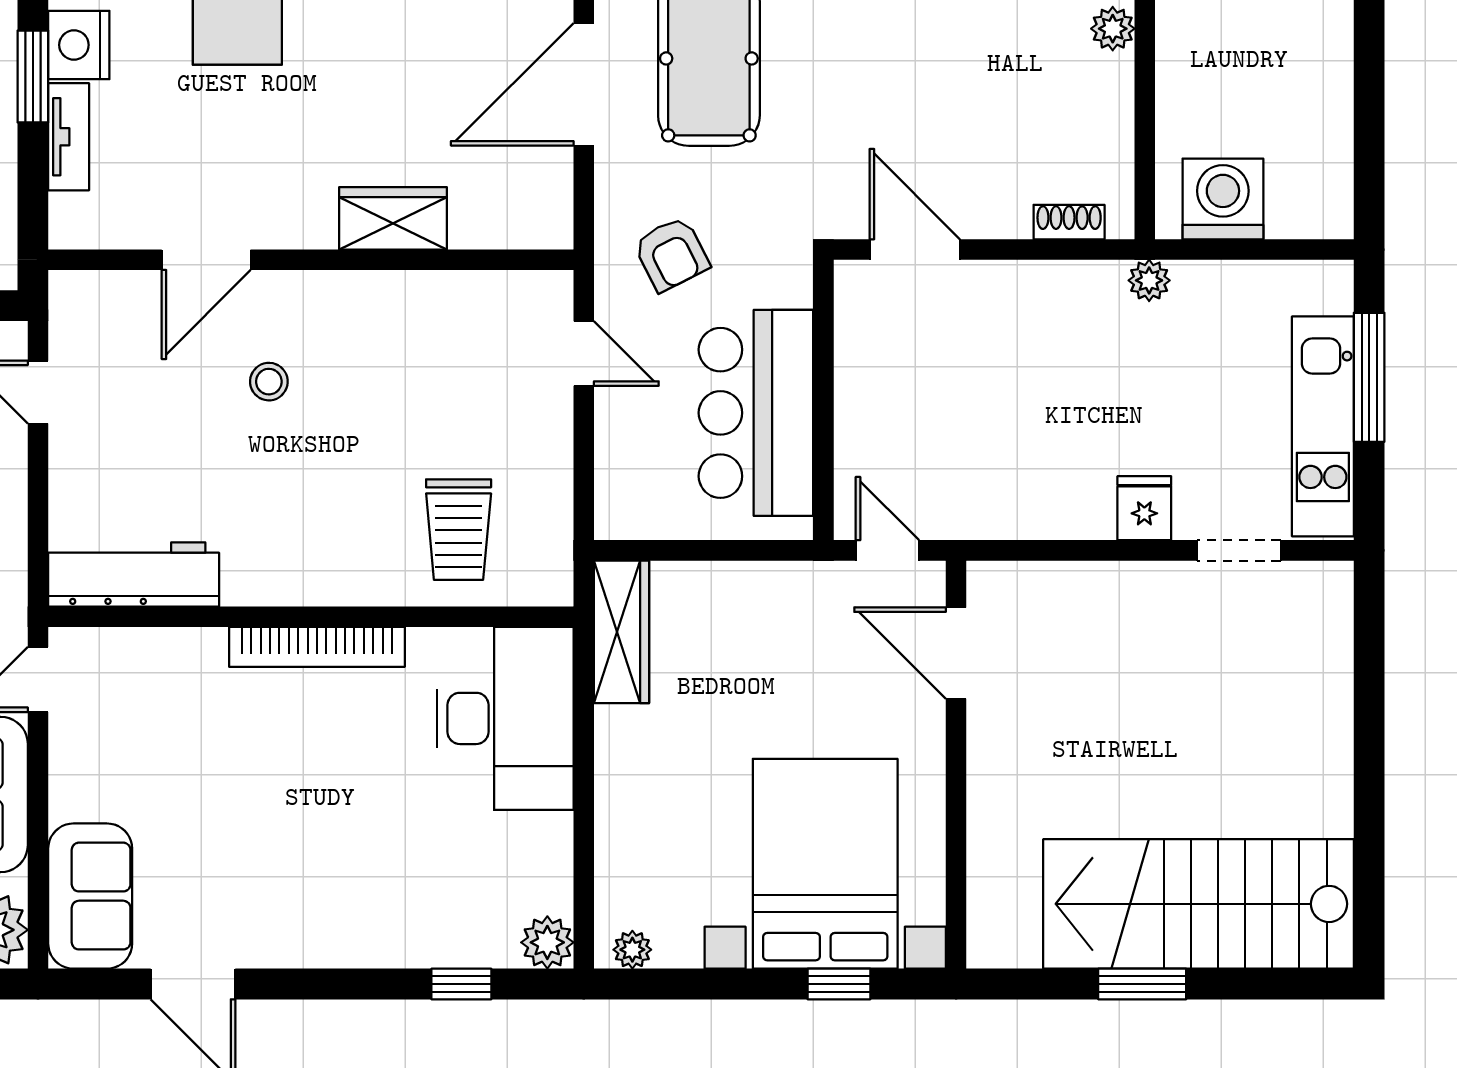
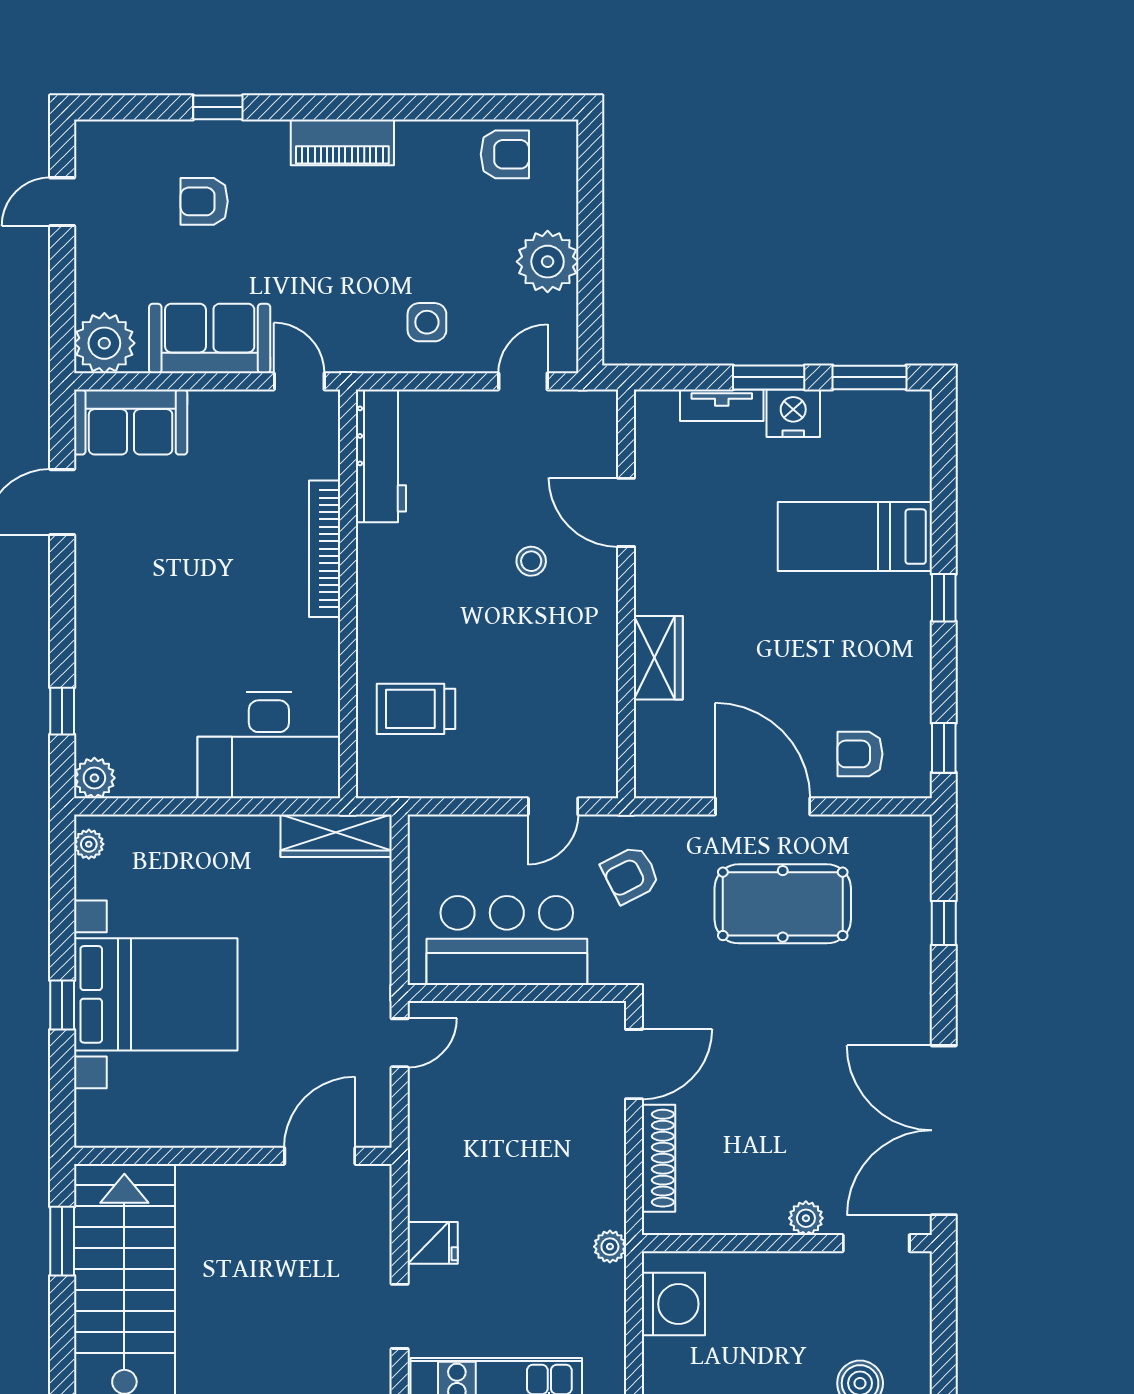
shoe rack: (1069, 222) -> (658, 1158), width x1.94, depth x1.24
bookcase: (317, 647) -> (325, 549), moved
door: (956, 653) -> (320, 1156), moved
wall: (956, 765) -> (233, 1156), moved

